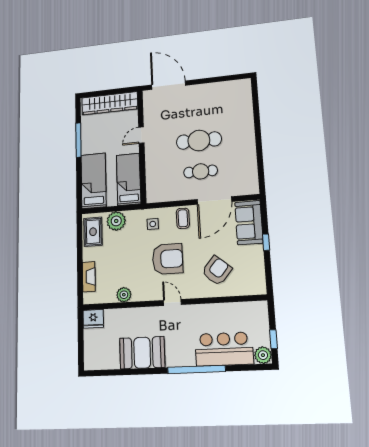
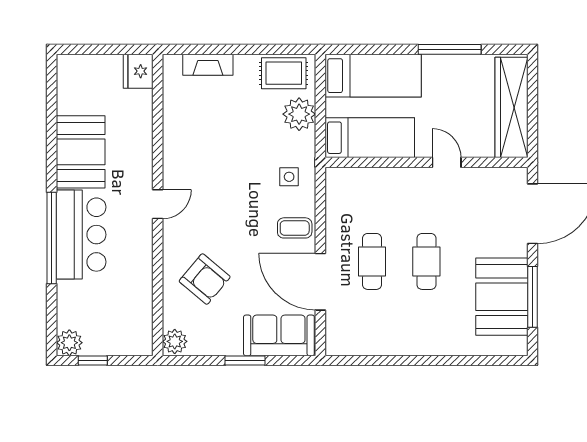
window: (216, 80) -> (533, 297), added
booth: (217, 96) -> (502, 297), added
cafe table: (199, 140) -> (426, 261), width x0.73, depth x0.74
window: (266, 242) -> (245, 360), width x1.50
armchair: (168, 259) -> (229, 199), removed
plant: (124, 295) -> (175, 341), moved
bar counter: (224, 349) -> (81, 235), moved

